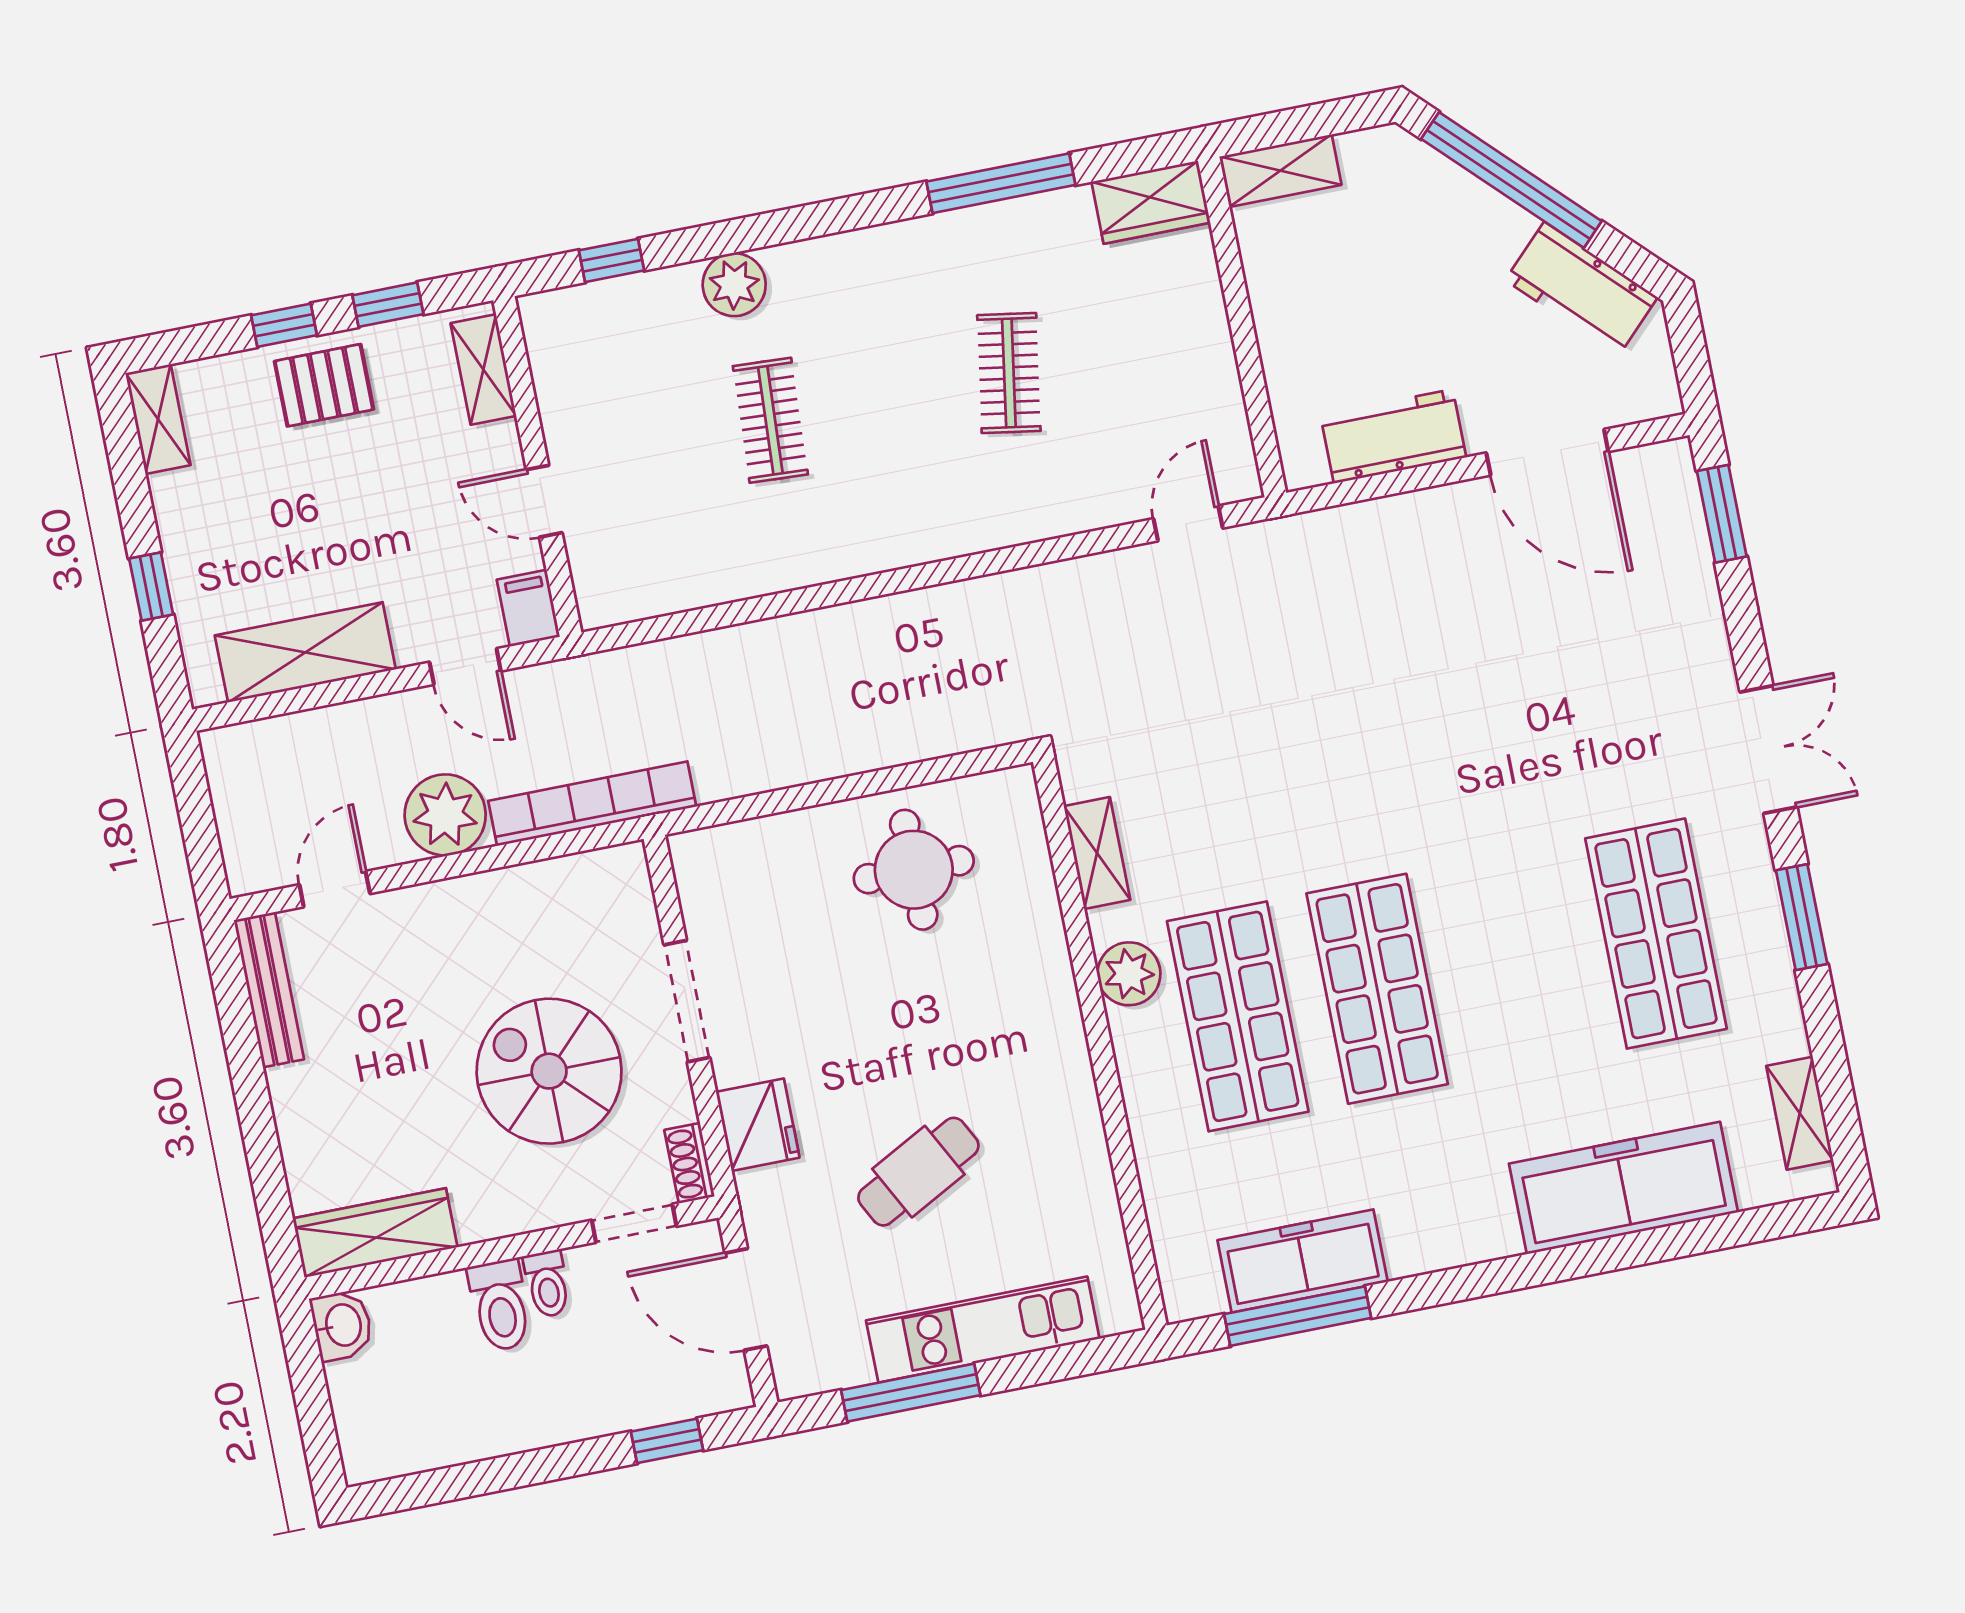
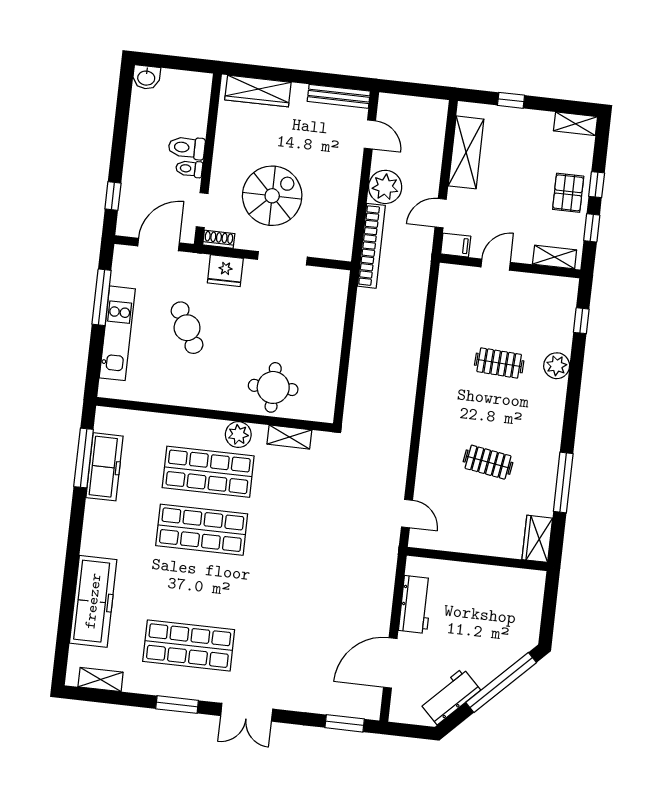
shelving: (1280, 171) -> (533, 593), removed
round table: (914, 870) -> (273, 387), moved
wardrobe: (375, 1233) -> (258, 91), moved, turned 90
washbasin: (342, 1325) -> (146, 77), moved

